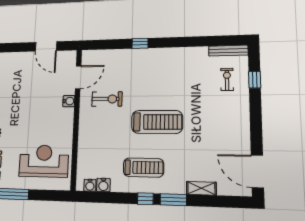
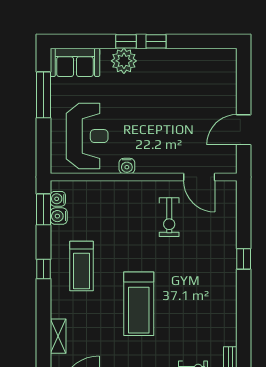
water cooler: (69, 101) -> (127, 166), moved
treadmill: (157, 122) -> (139, 304), moved
window: (173, 200) -> (44, 209), moved

